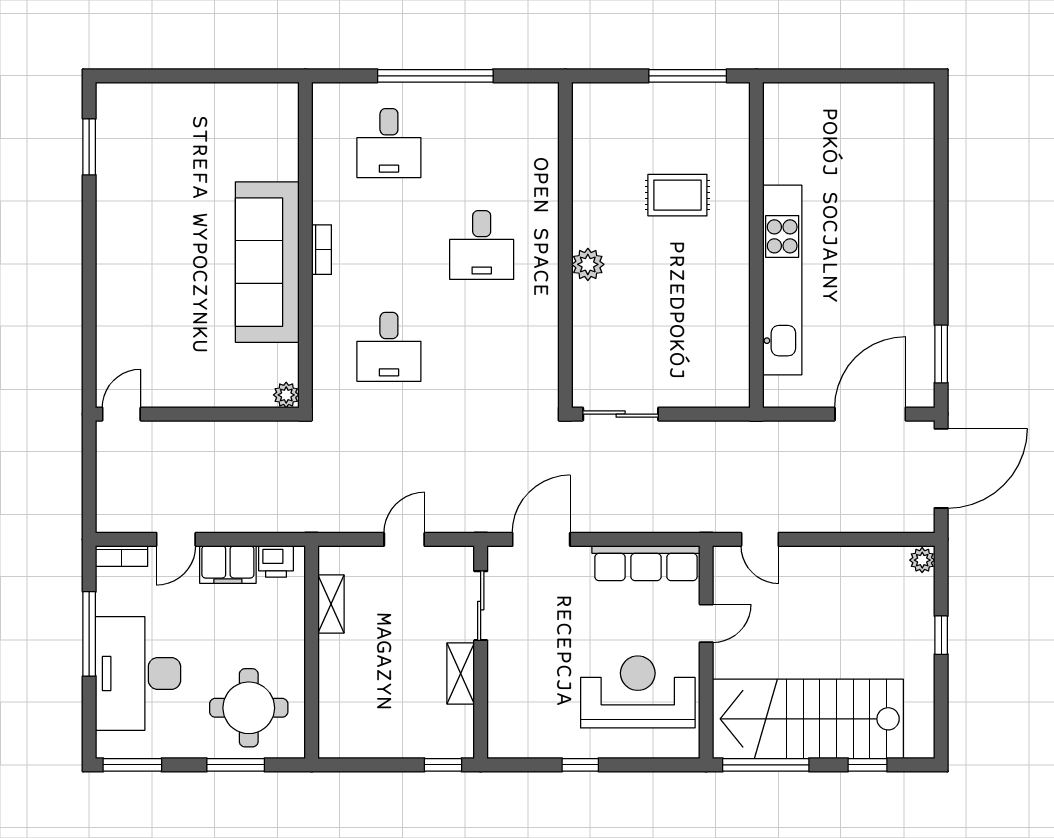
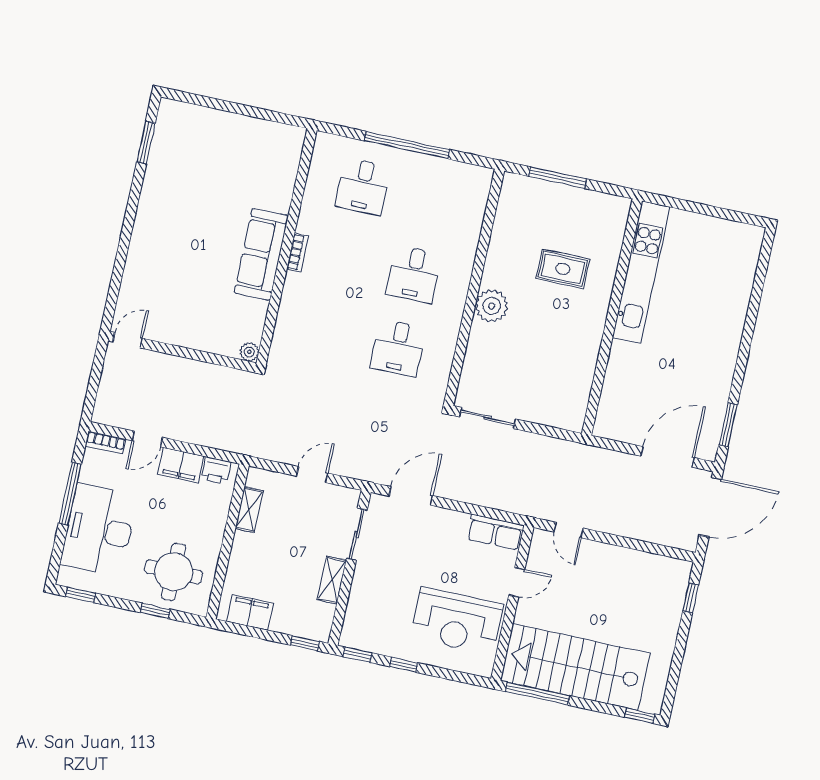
window: (688, 76) -> (558, 178), moved
sofa: (267, 262) -> (261, 254), width x0.74, depth x0.79
plant: (588, 264) -> (492, 306), width x1.36, depth x1.36
kitchen unit: (782, 280) -> (641, 272), moved
desk: (389, 347) -> (398, 348), moved
plant: (922, 560) -> (682, 570), removed
row of seats: (646, 563) -> (495, 532), width x0.68
window: (941, 635) -> (691, 598), moved
reception desk: (638, 692) -> (457, 621), turned 180
filing cabinet: (362, 740) -> (250, 612), added
window: (132, 765) -> (81, 595), width x0.67
window: (236, 765) -> (155, 611), width x0.67
window: (516, 765) -> (358, 655), added
window: (868, 765) -> (640, 716), moved

